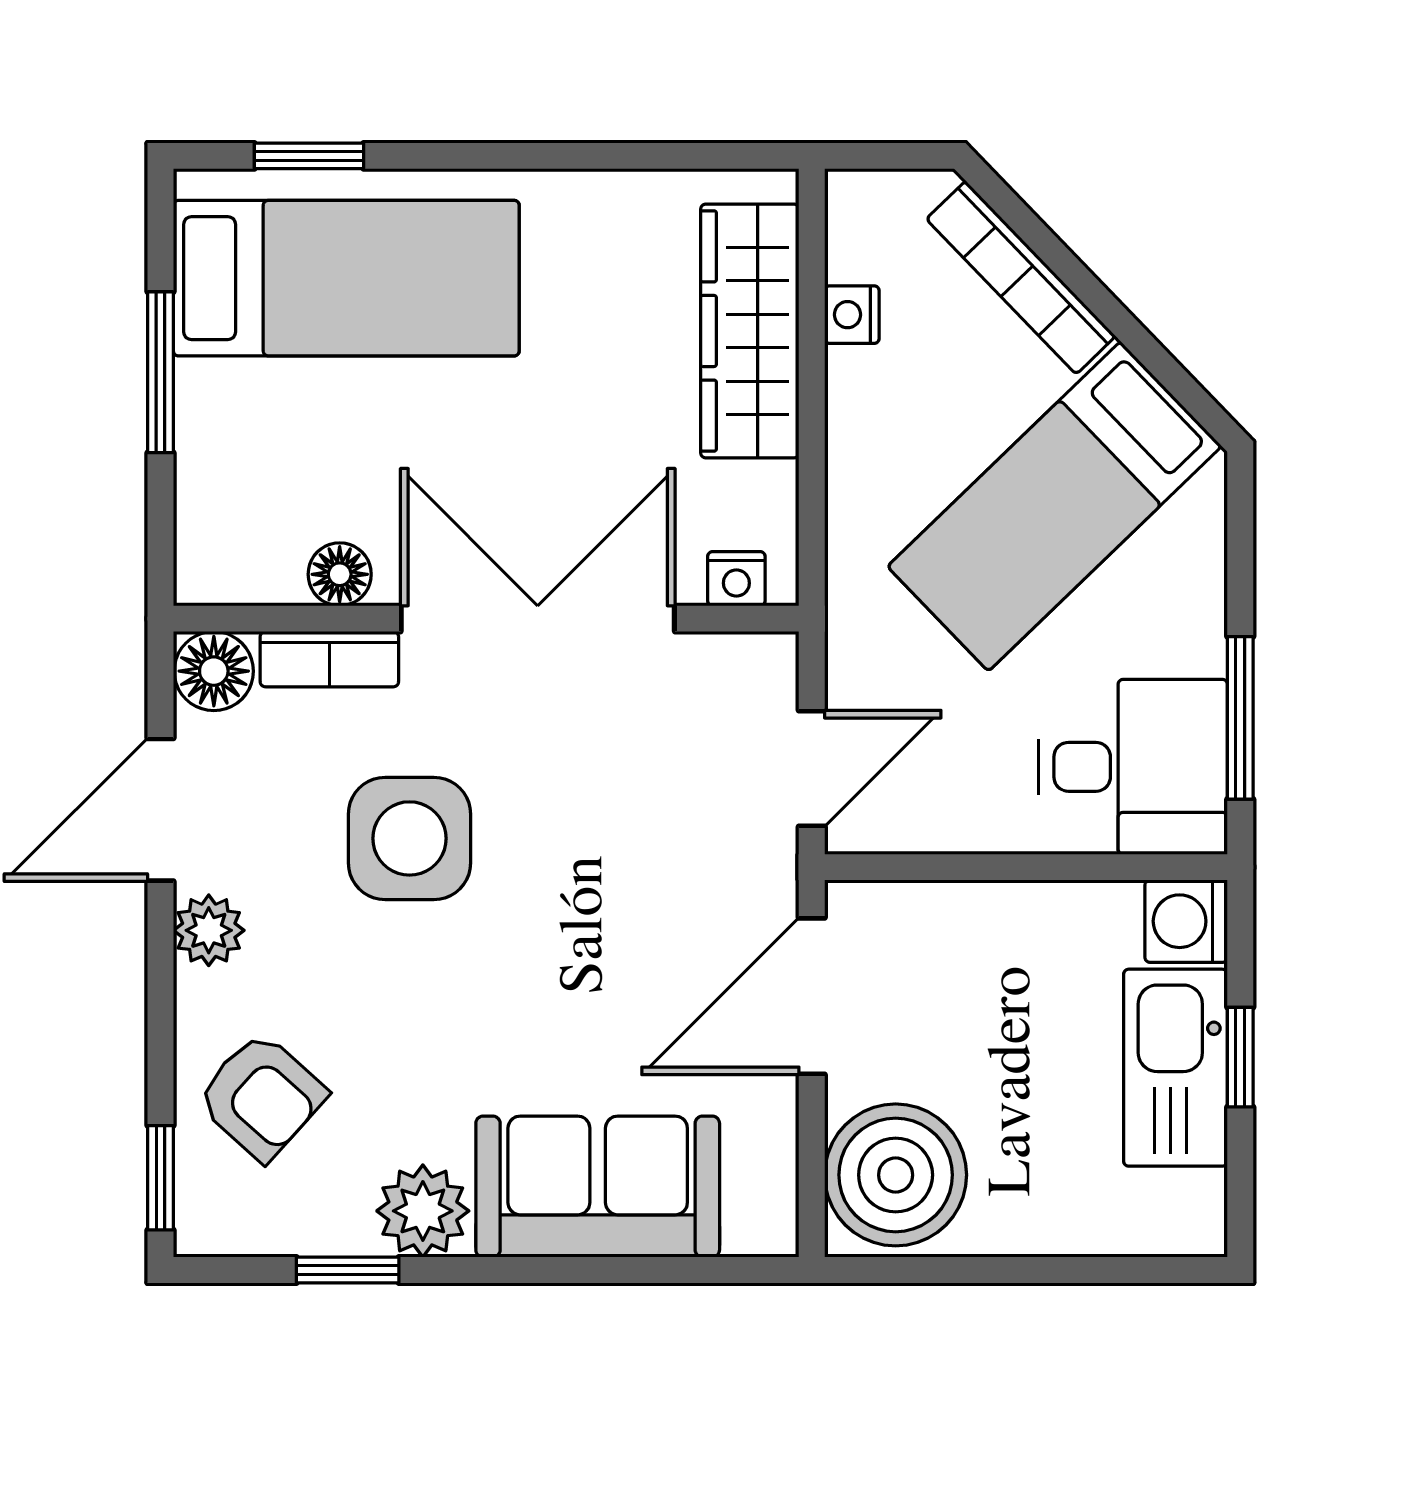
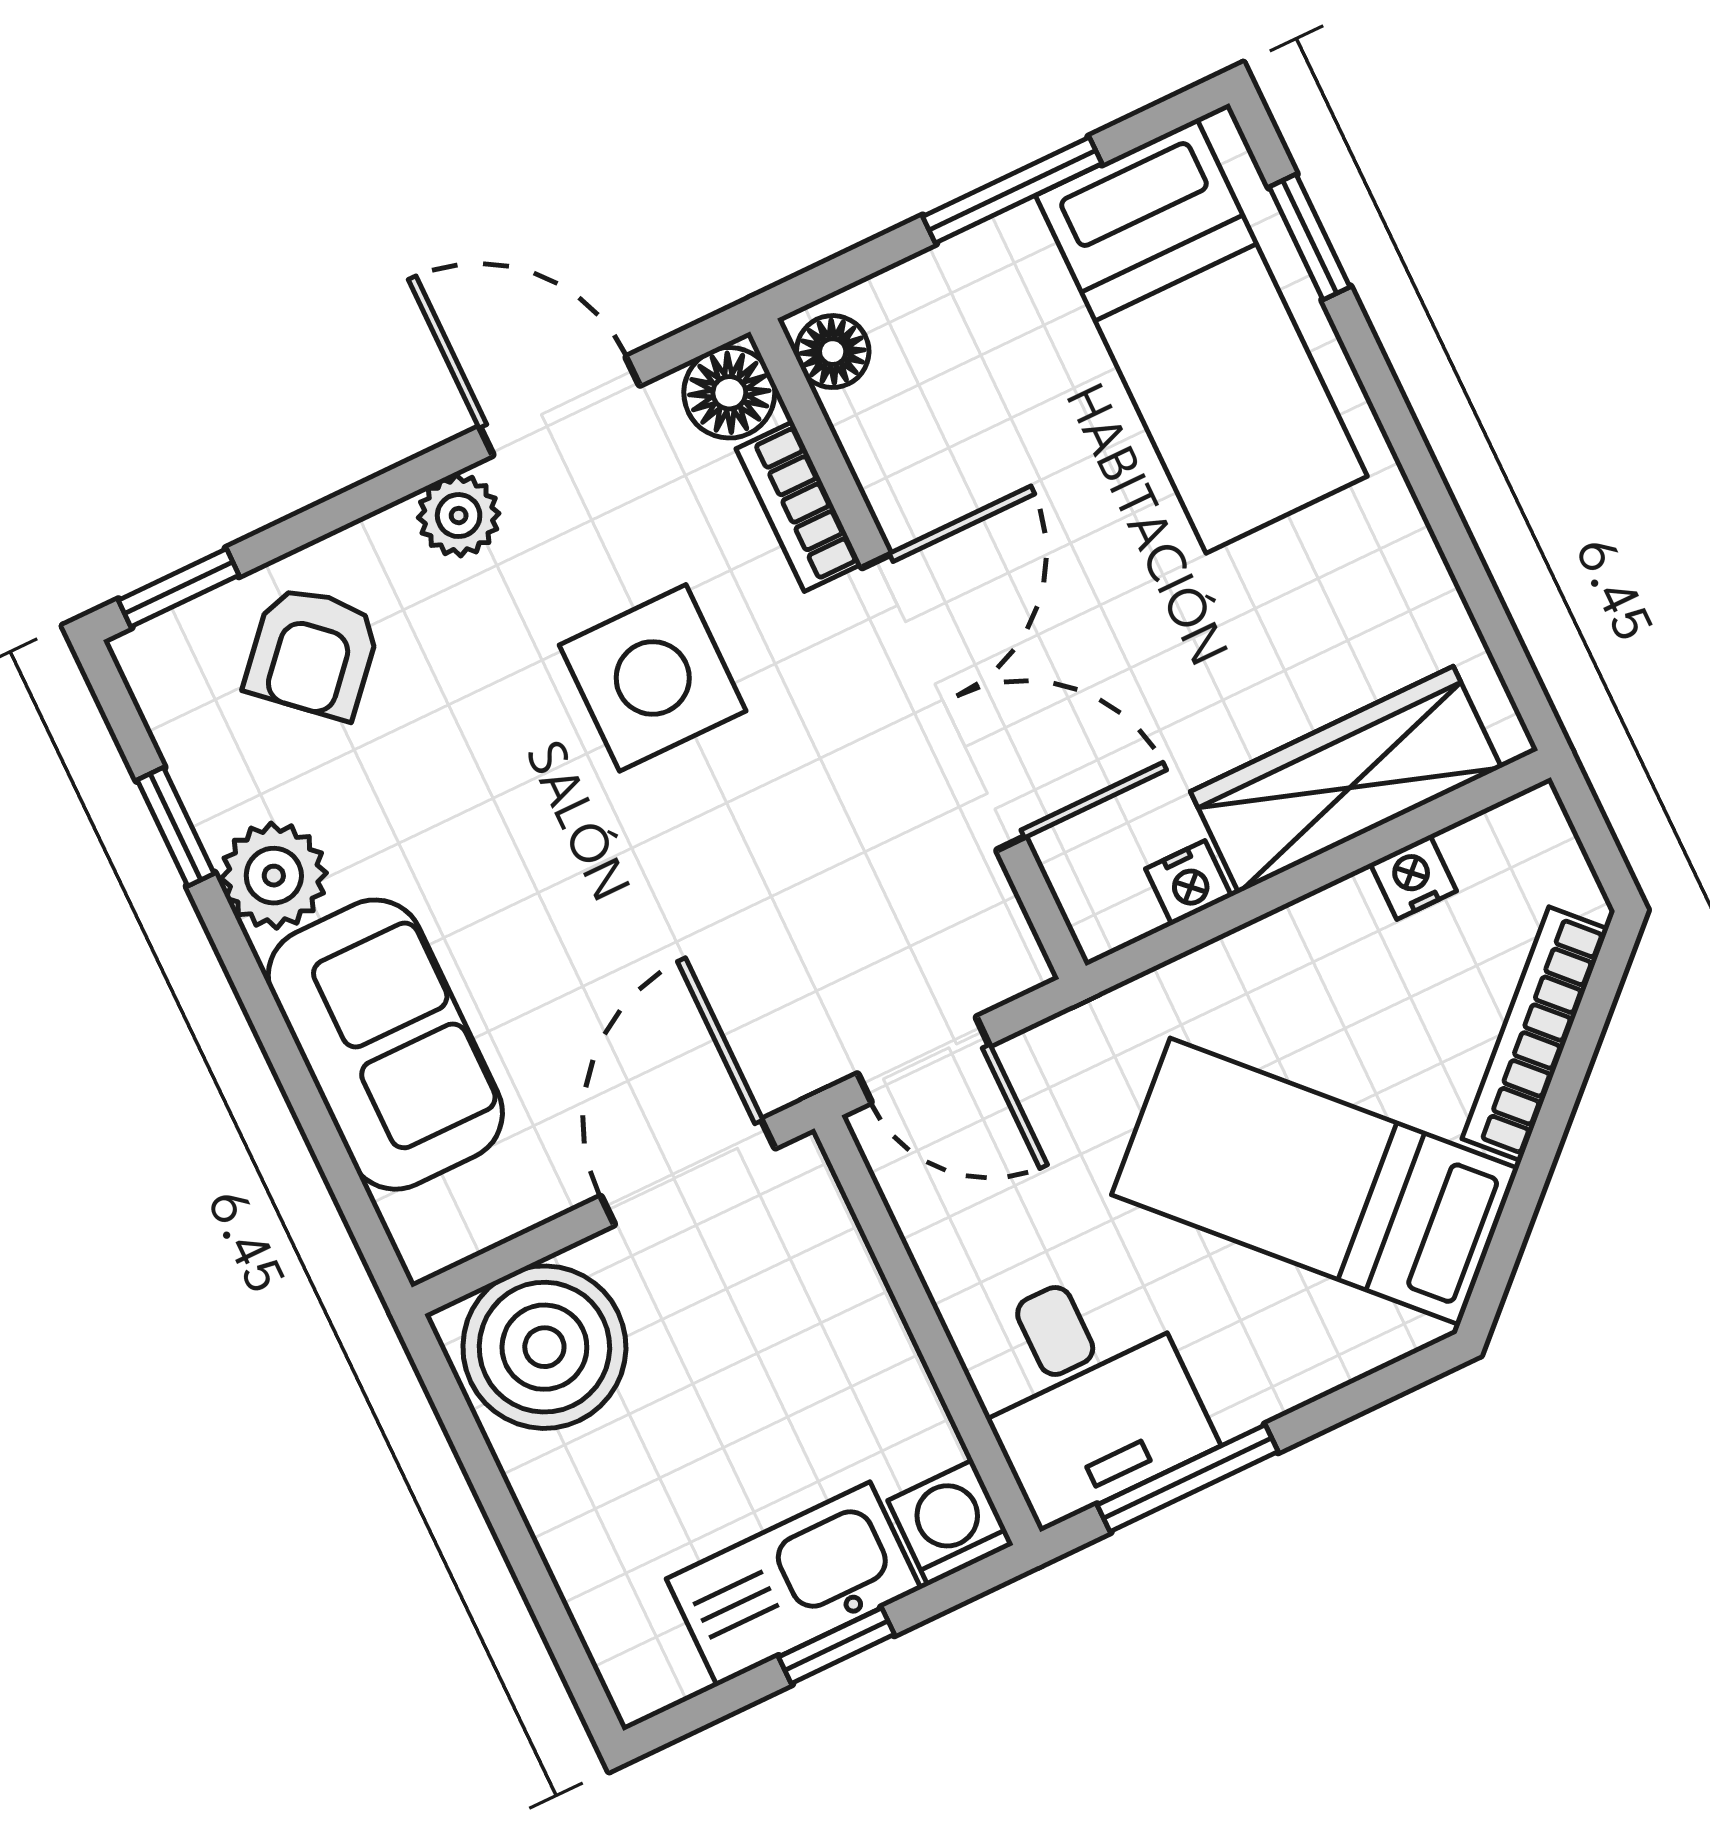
floor lamp: (340, 574) -> (833, 352), moved
nightstand: (736, 579) -> (1189, 883), moved, turned -90
door: (812, 996) -> (688, 1172), hinge flipped

